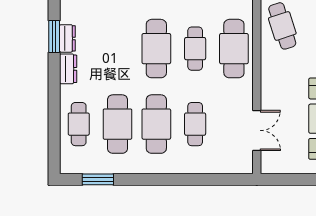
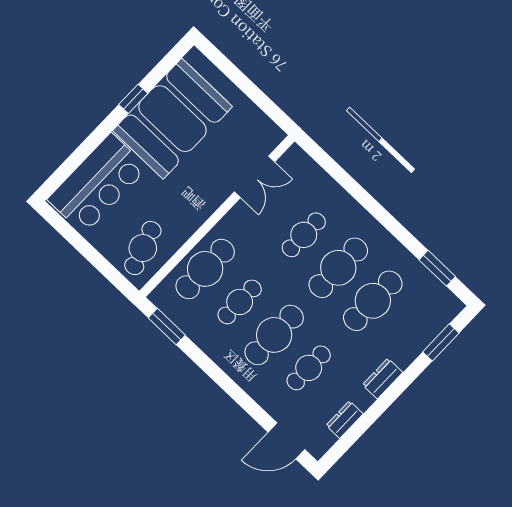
window: (54, 36) -> (441, 342), moved
dresser: (68, 69) -> (383, 379), moved
cafe table: (79, 124) -> (309, 368), moved
double door: (257, 130) -> (254, 177), swing flipped

